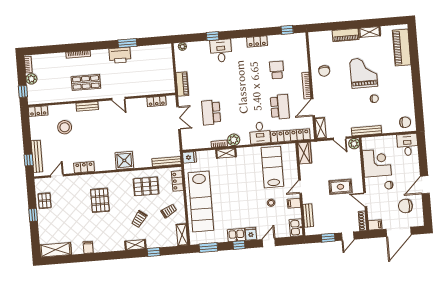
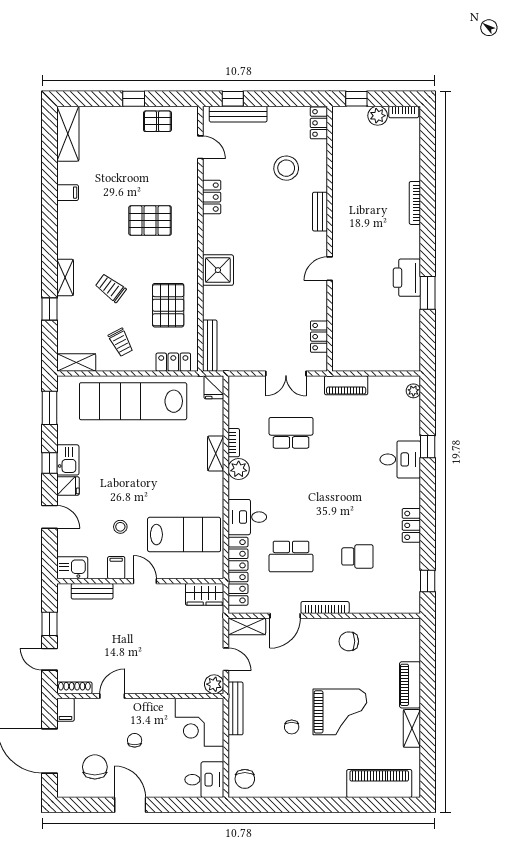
shop shelf: (86, 82) -> (363, 213), removed
door: (313, 107) -> (285, 616), swing flipped
door: (340, 138) -> (226, 659), swing flipped
corner desk: (377, 163) -> (200, 722), moved, turned 90
rug: (340, 187) -> (139, 653), removed

